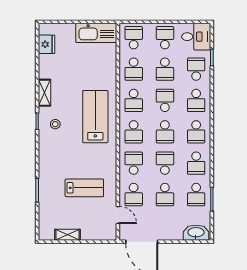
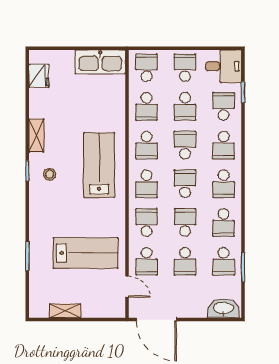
school desk: (165, 132) -> (185, 184), turned 180
lab bench: (84, 188) -> (86, 253), width x1.36, depth x1.39

